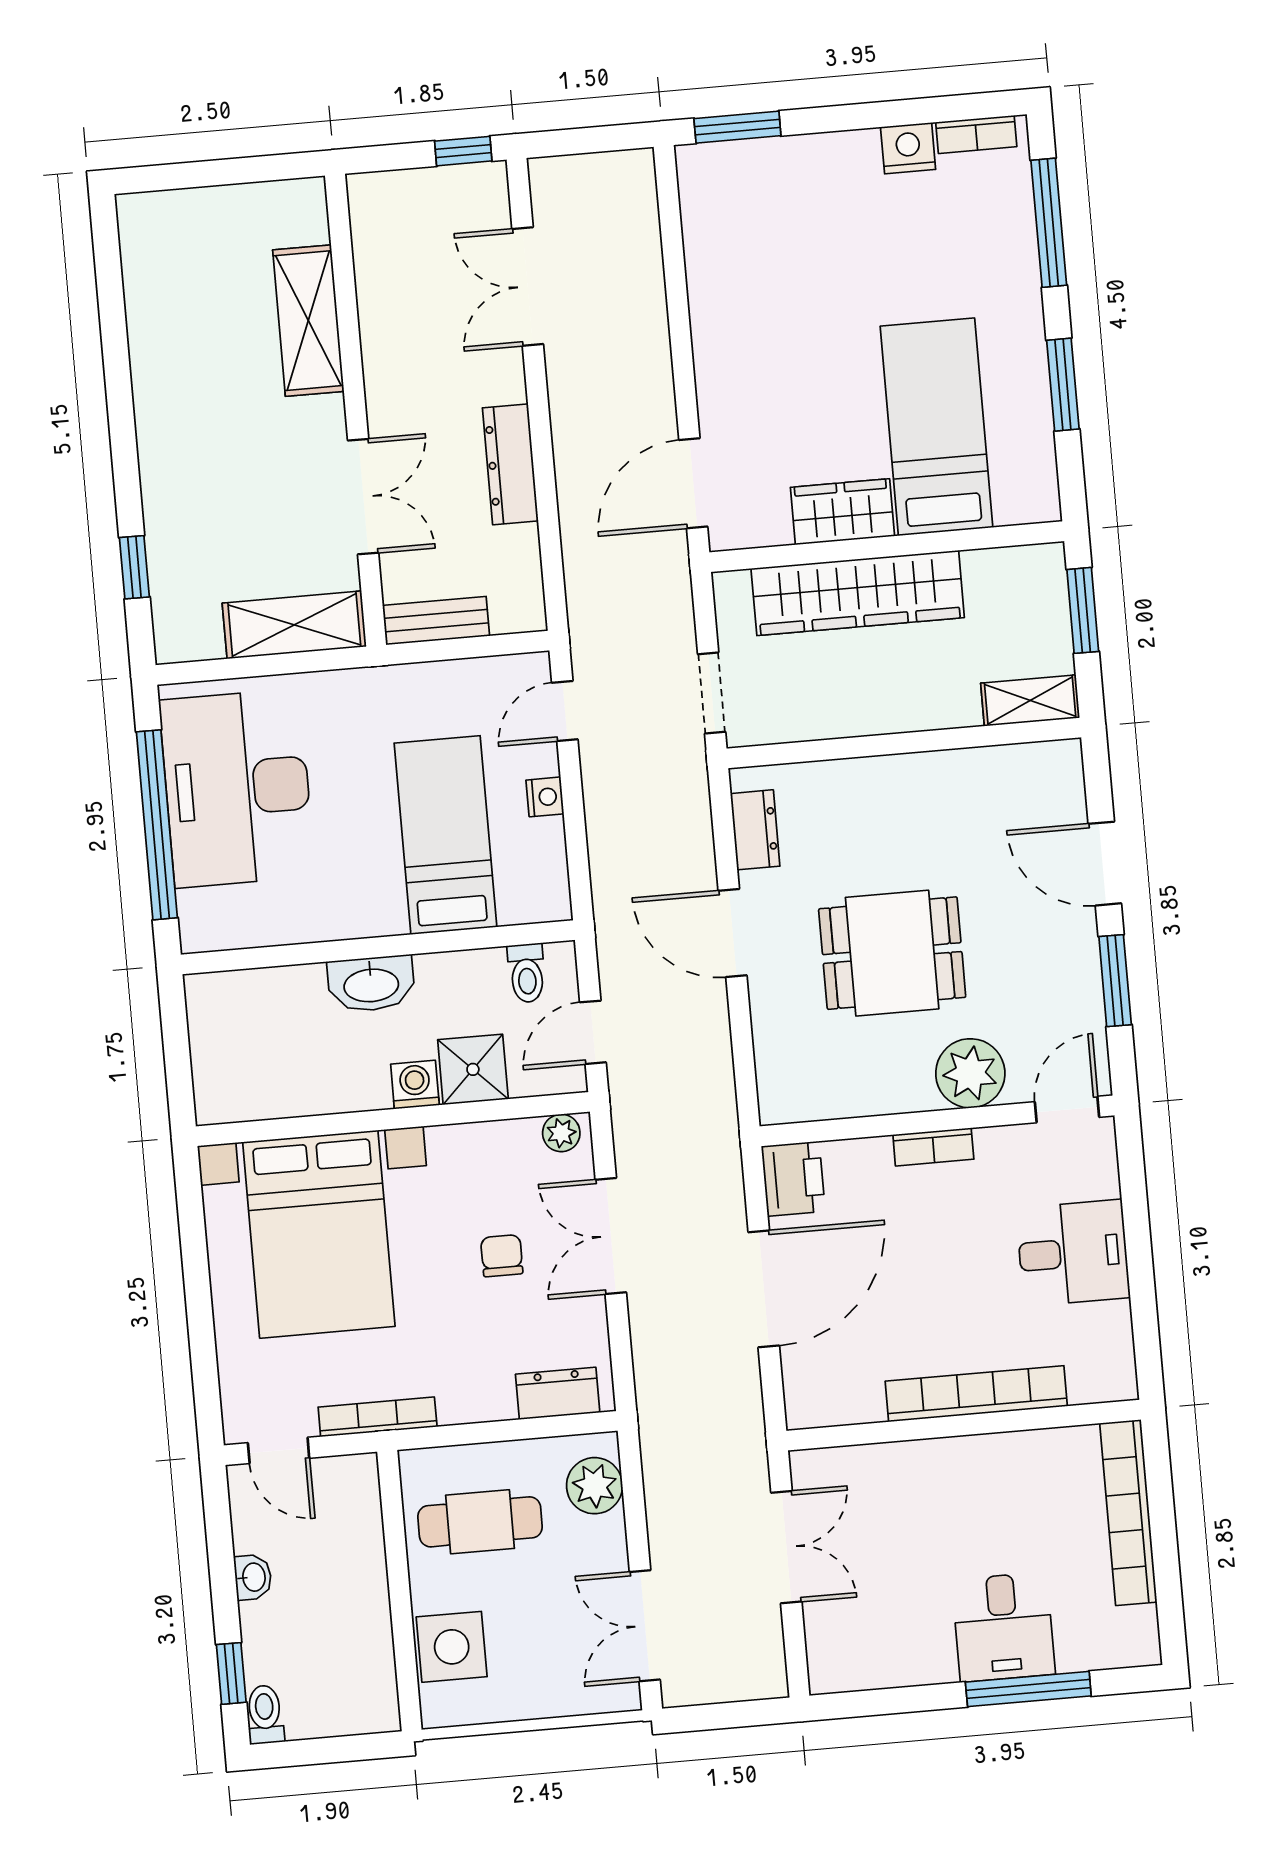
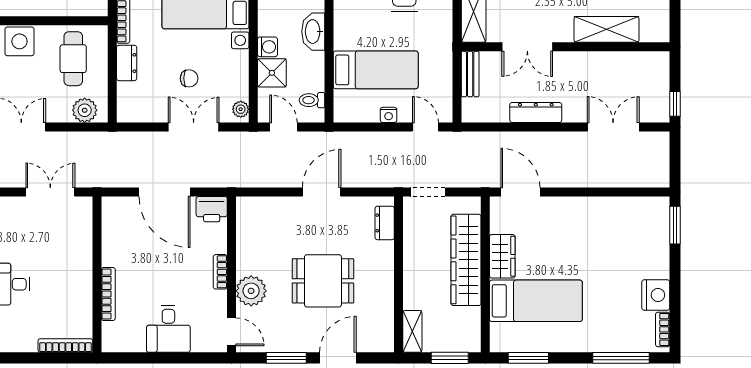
nightstand: (908, 148) -> (656, 295), width x1.36, depth x1.33
window: (1063, 385) -> (528, 358), moved
dresser: (755, 830) -> (385, 223), moved, turned 90
dining table: (892, 953) -> (323, 281), moved, turned 90
dresser: (558, 1393) -> (127, 63), moved
bookcase: (976, 1394) -> (108, 294), width x0.68, depth x0.76
bookcase: (1128, 1513) -> (65, 345), width x0.68, depth x0.76
double door: (786, 1547) -> (50, 192), swing flipped

